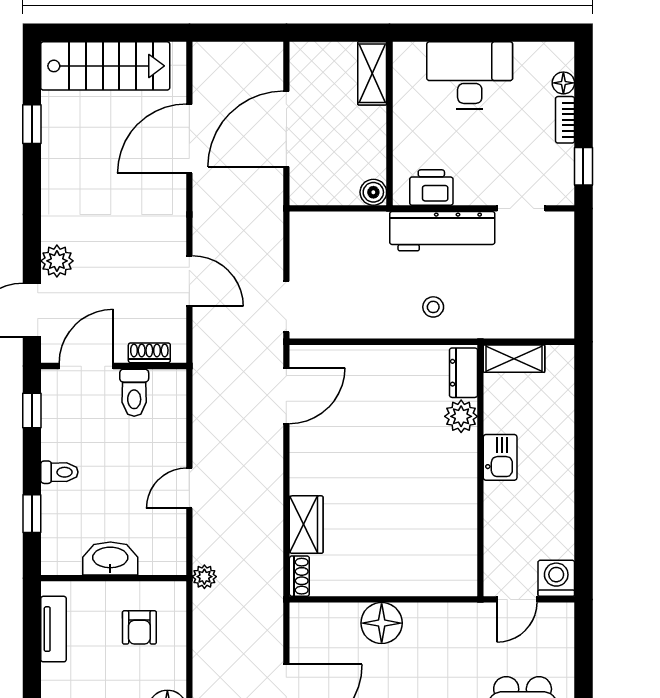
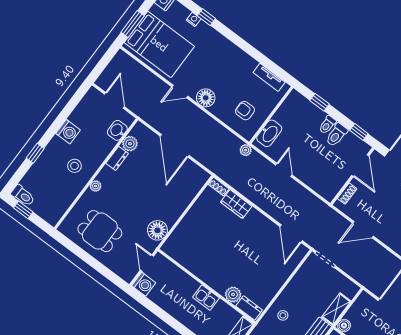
shelving: (356, 226) -> (336, 309), added
toilet: (134, 393) -> (337, 135), moved, turned -90
washbasin: (110, 558) -> (269, 133), moved
floor lamp: (382, 623) -> (157, 230), moved

